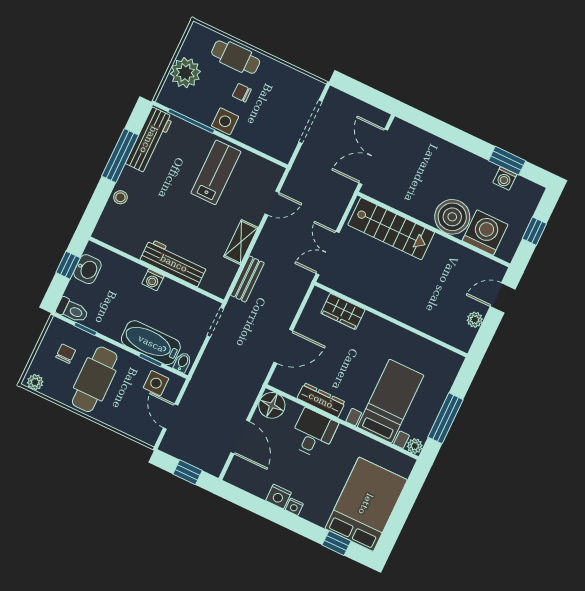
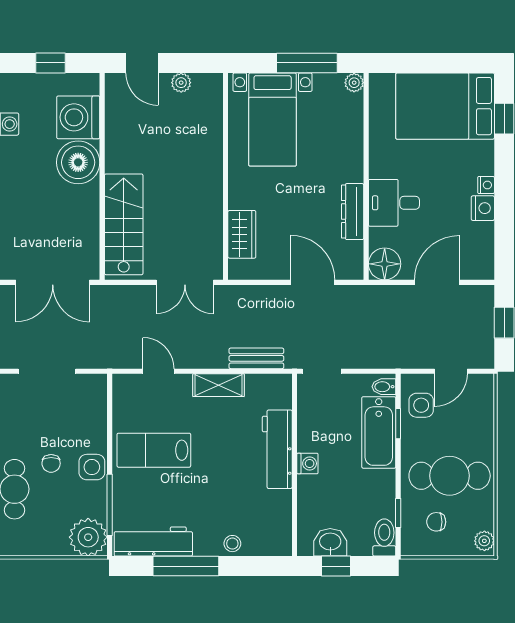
plant: (185, 73) -> (88, 537), moved
bed with nightstands: (391, 401) -> (273, 120), moved, turned -90

